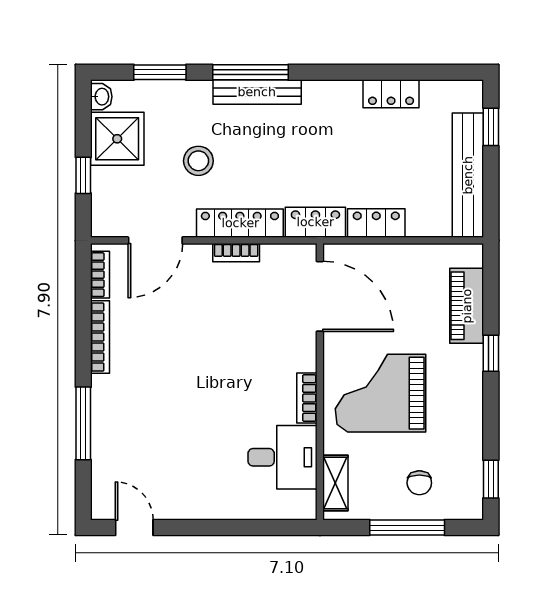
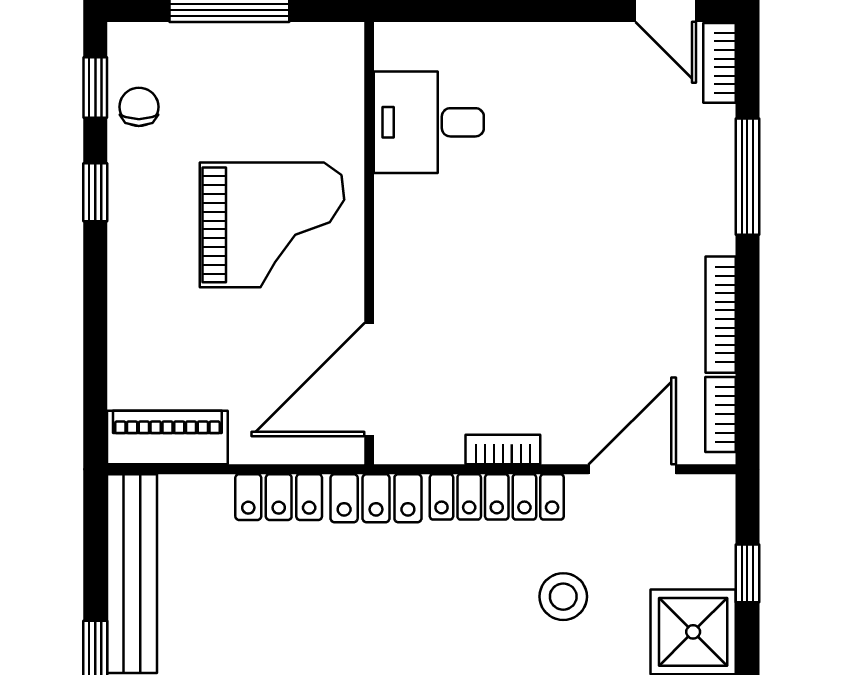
door: (320, 296) -> (369, 380), hinge flipped
piano: (467, 306) -> (167, 438), moved, turned -90
window: (491, 353) -> (95, 192), moved
bookcase: (307, 398) -> (720, 63), moved, turned 180
shelving: (335, 483) -> (344, 81), removed
chair: (419, 483) -> (139, 107), moved

